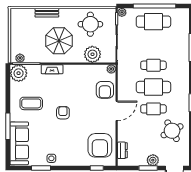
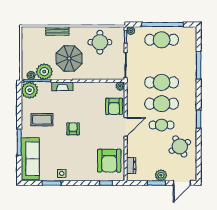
plant: (92, 54) -> (44, 72), moved
cafe table: (153, 65) -> (162, 82), width x1.37, depth x1.35

